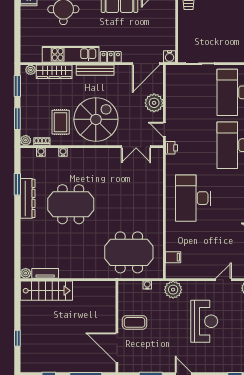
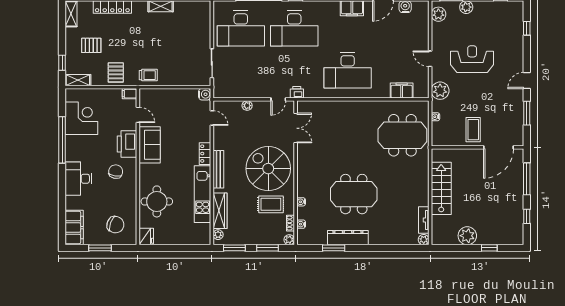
door: (146, 64) -> (212, 118), width x0.53
plant: (154, 103) -> (247, 106), width x0.53, depth x0.53
meeting table: (71, 204) -> (354, 194), turned 90
meeting table: (129, 252) -> (402, 135), turned 90
filing cabinet: (173, 257) -> (402, 91), width x2.00
door: (223, 280) -> (430, 59), moved
stairs: (46, 291) -> (441, 188), moved
plant: (29, 317) -> (467, 236), added

